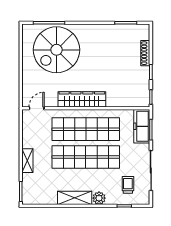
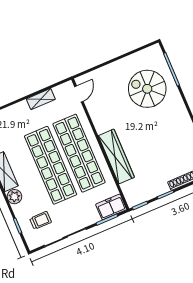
spiral stairs: (57, 50) -> (147, 89), width x0.73, depth x0.73
wardrobe: (82, 99) -> (116, 156), moved
door: (37, 108) -> (79, 94), hinge flipped
freezer: (142, 126) -> (111, 207), width x0.71
shelving: (27, 161) -> (41, 99), moved

